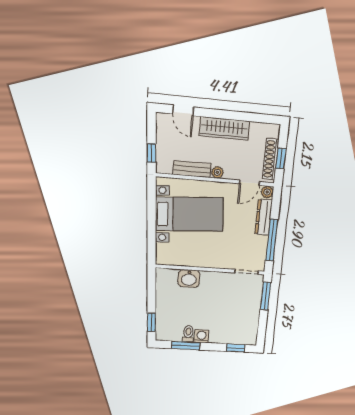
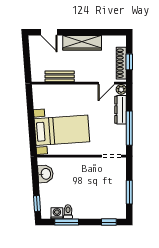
window: (151, 153) -> (27, 67), removed
plant: (217, 172) -> (80, 77), removed
bed with nightstands: (189, 214) -> (62, 130), moved
washbasin: (189, 278) -> (45, 174), moved, turned -94
window: (266, 296) -> (129, 192), moved
washing machine: (201, 336) -> (57, 213), moved

